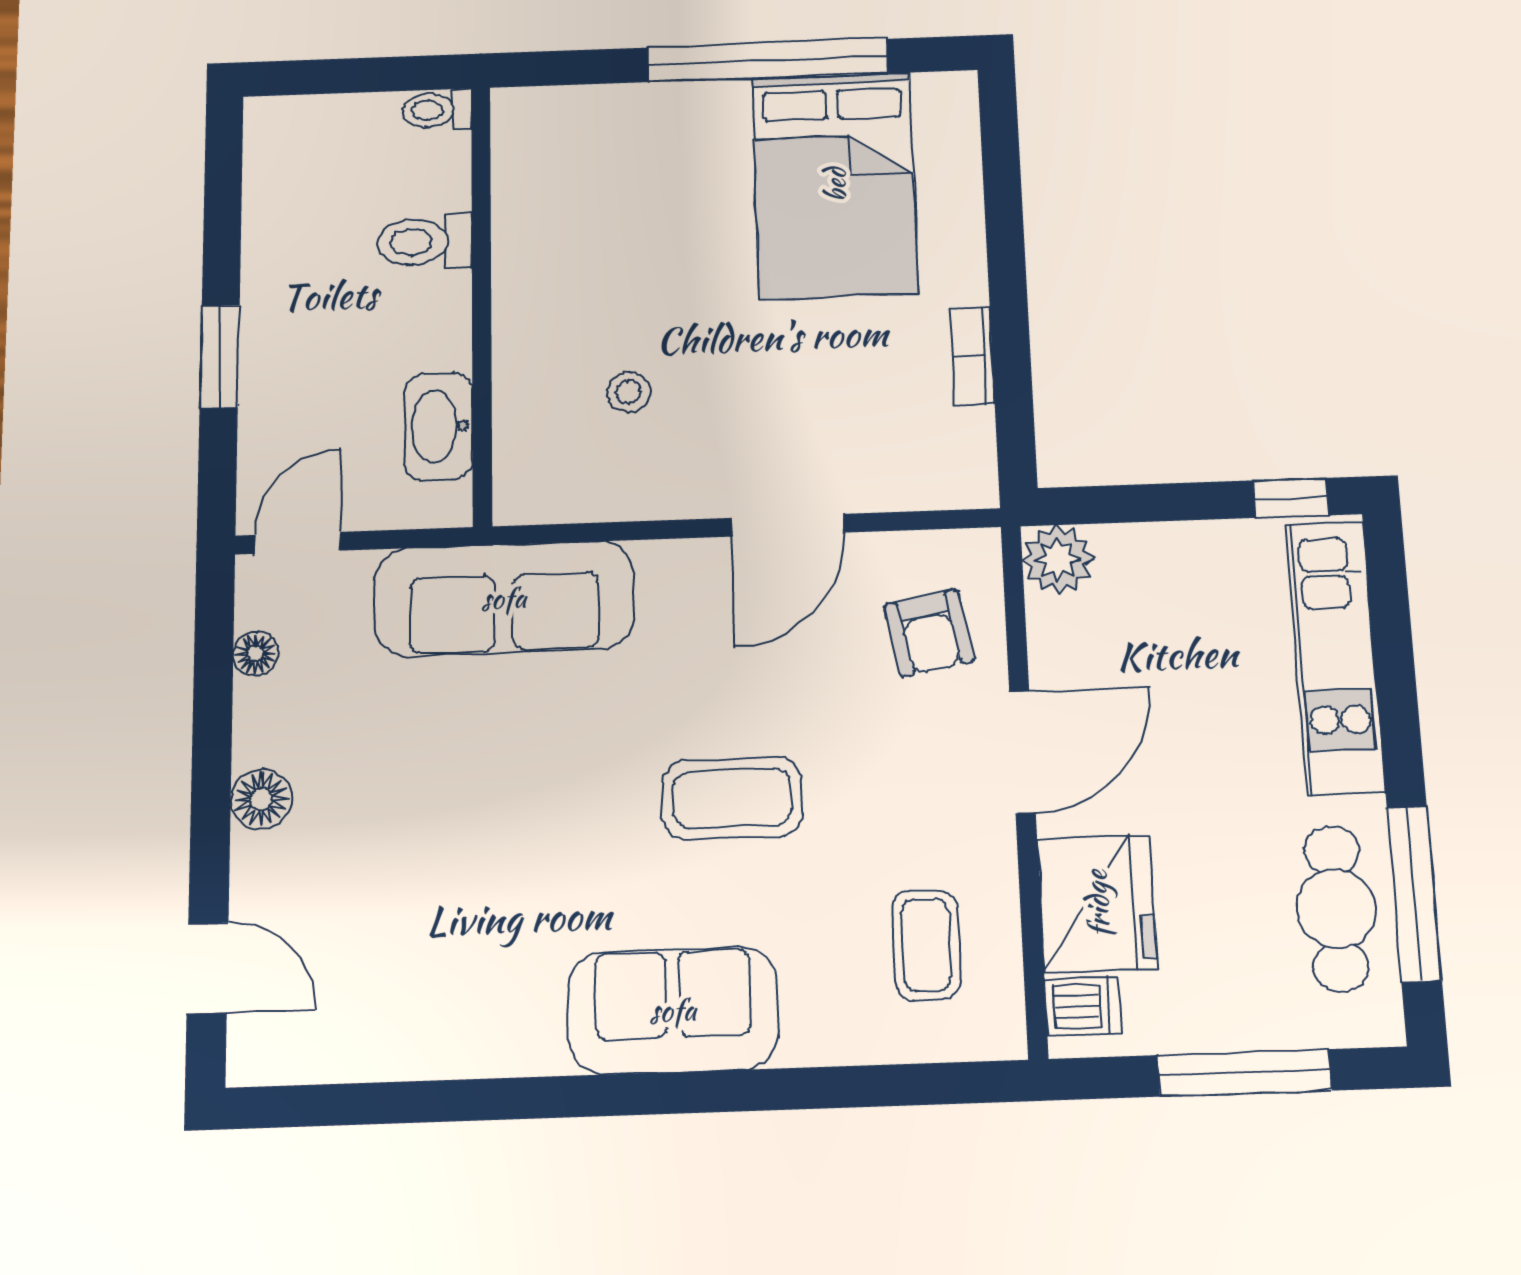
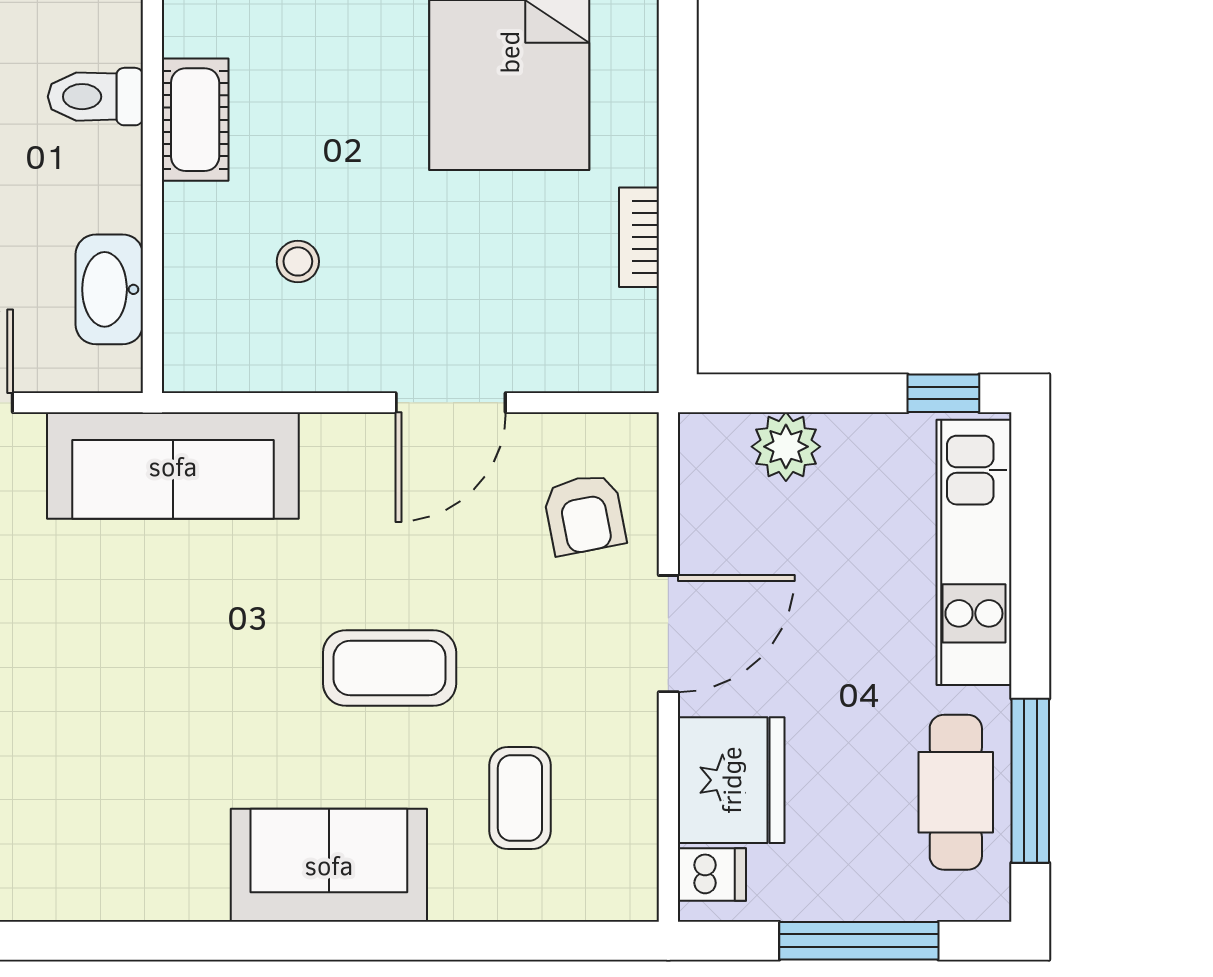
cot: (524, 260) -> (195, 120), added
plant: (1058, 560) -> (786, 447), moved
coffee table: (926, 945) -> (520, 798), moved

